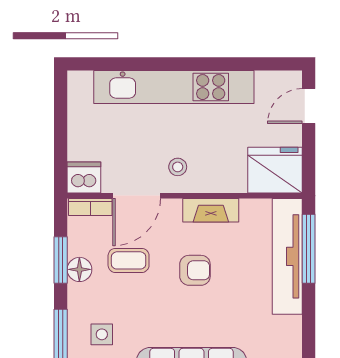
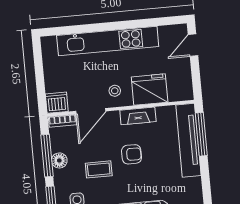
fridge: (275, 170) -> (150, 90), moved
window: (61, 260) -> (47, 156), width x1.44
coffee table: (129, 260) -> (99, 169), moved

